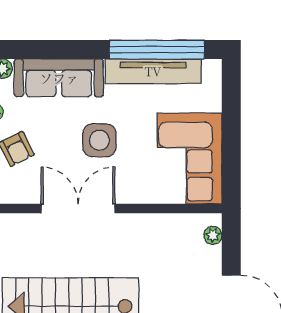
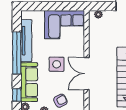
window: (29, 50) -> (17, 95), added
window: (157, 50) -> (17, 53), moved

